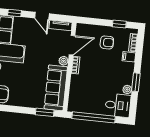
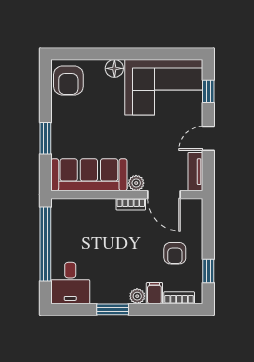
plant: (127, 90) -> (137, 296), moved
window: (45, 112) -> (45, 138), moved

